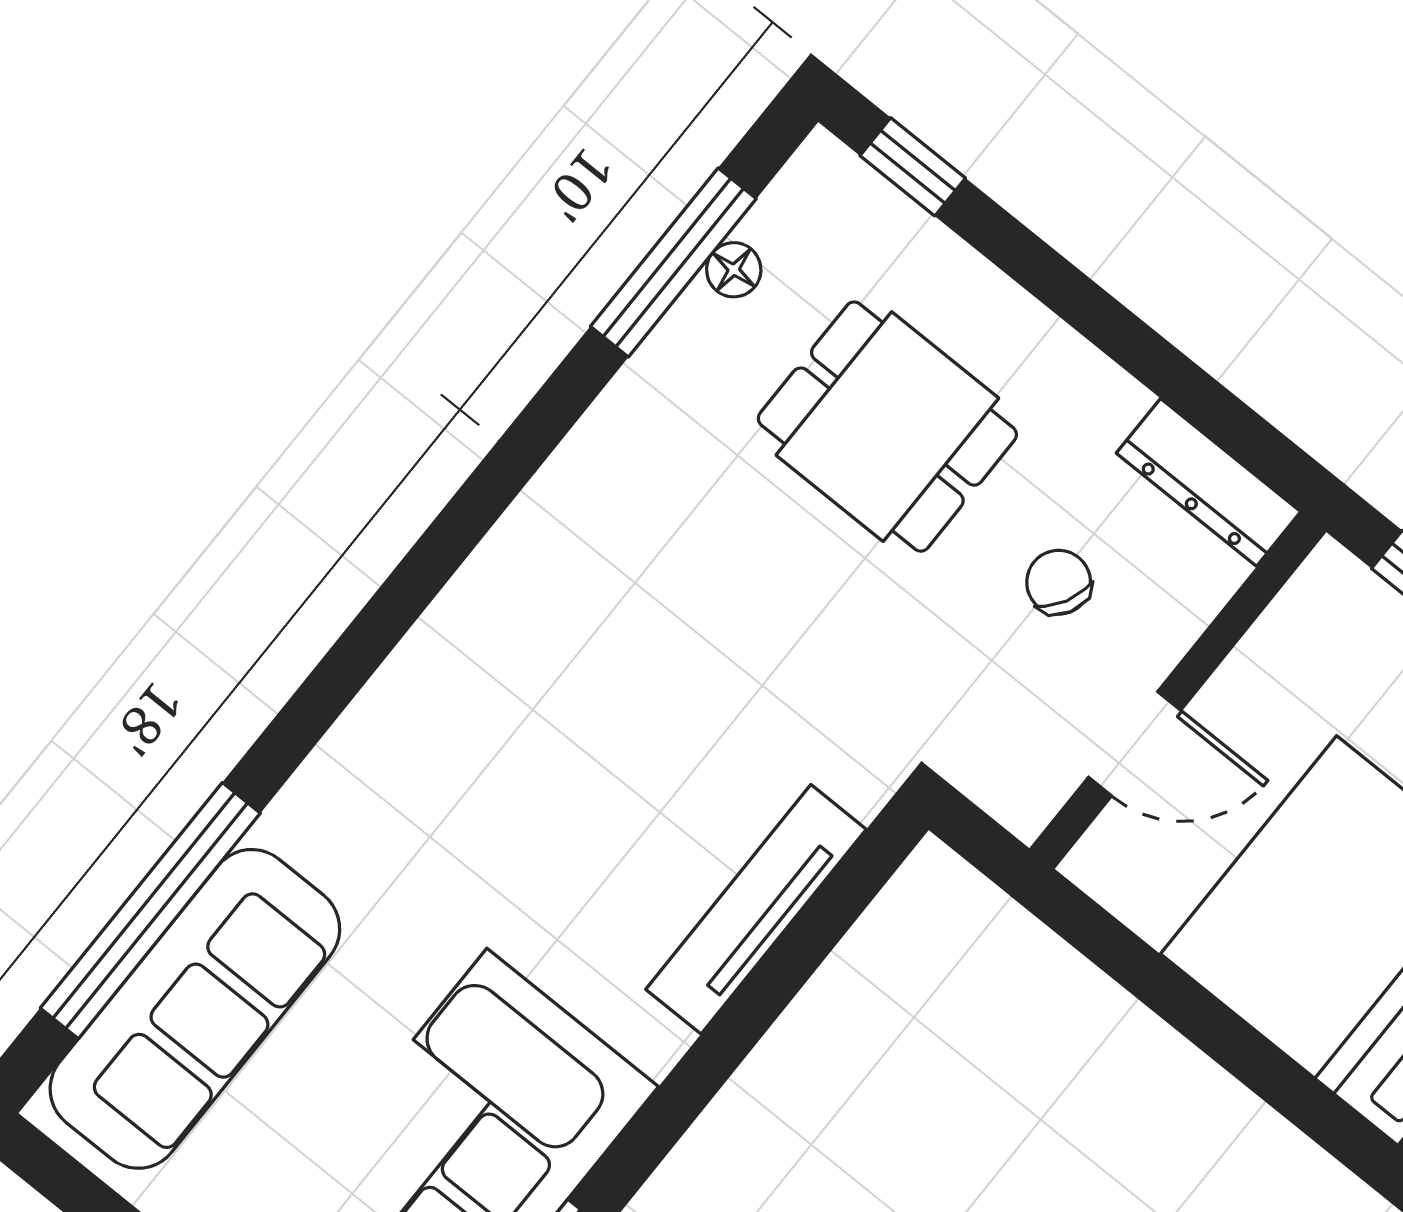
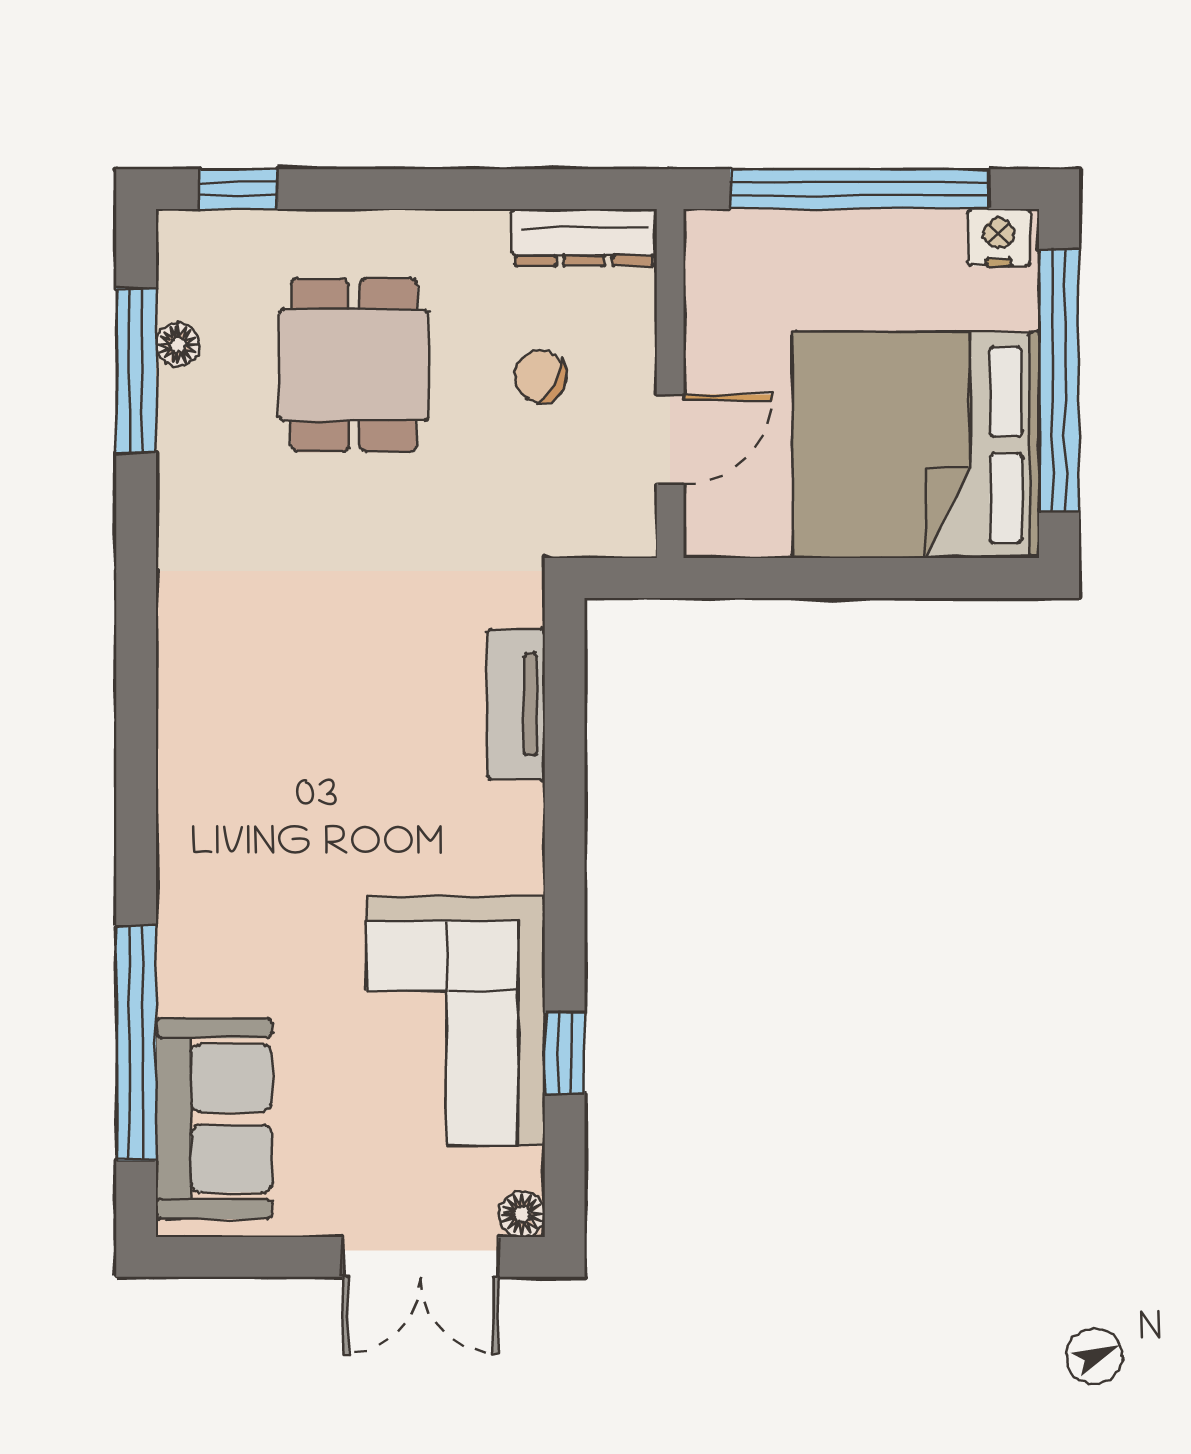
dining table: (887, 427) -> (354, 365), turned 90
tv unit: (756, 909) -> (516, 704), width x0.71
sofa: (195, 1009) -> (214, 1118), width x0.73

